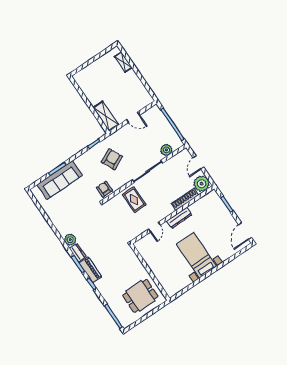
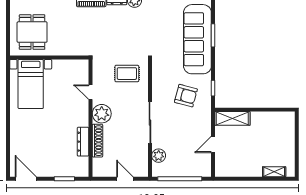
armchair: (112, 159) -> (186, 96), turned -50
sofa: (60, 180) -> (197, 39), width x1.36, depth x1.27
plant: (202, 184) -> (102, 114), moved
armchair: (104, 189) -> (161, 68), removed
rug: (134, 200) -> (127, 74), moved
dresser: (179, 218) -> (83, 142), moved
bed with nightstands: (197, 255) -> (31, 84), moved, turned 90

